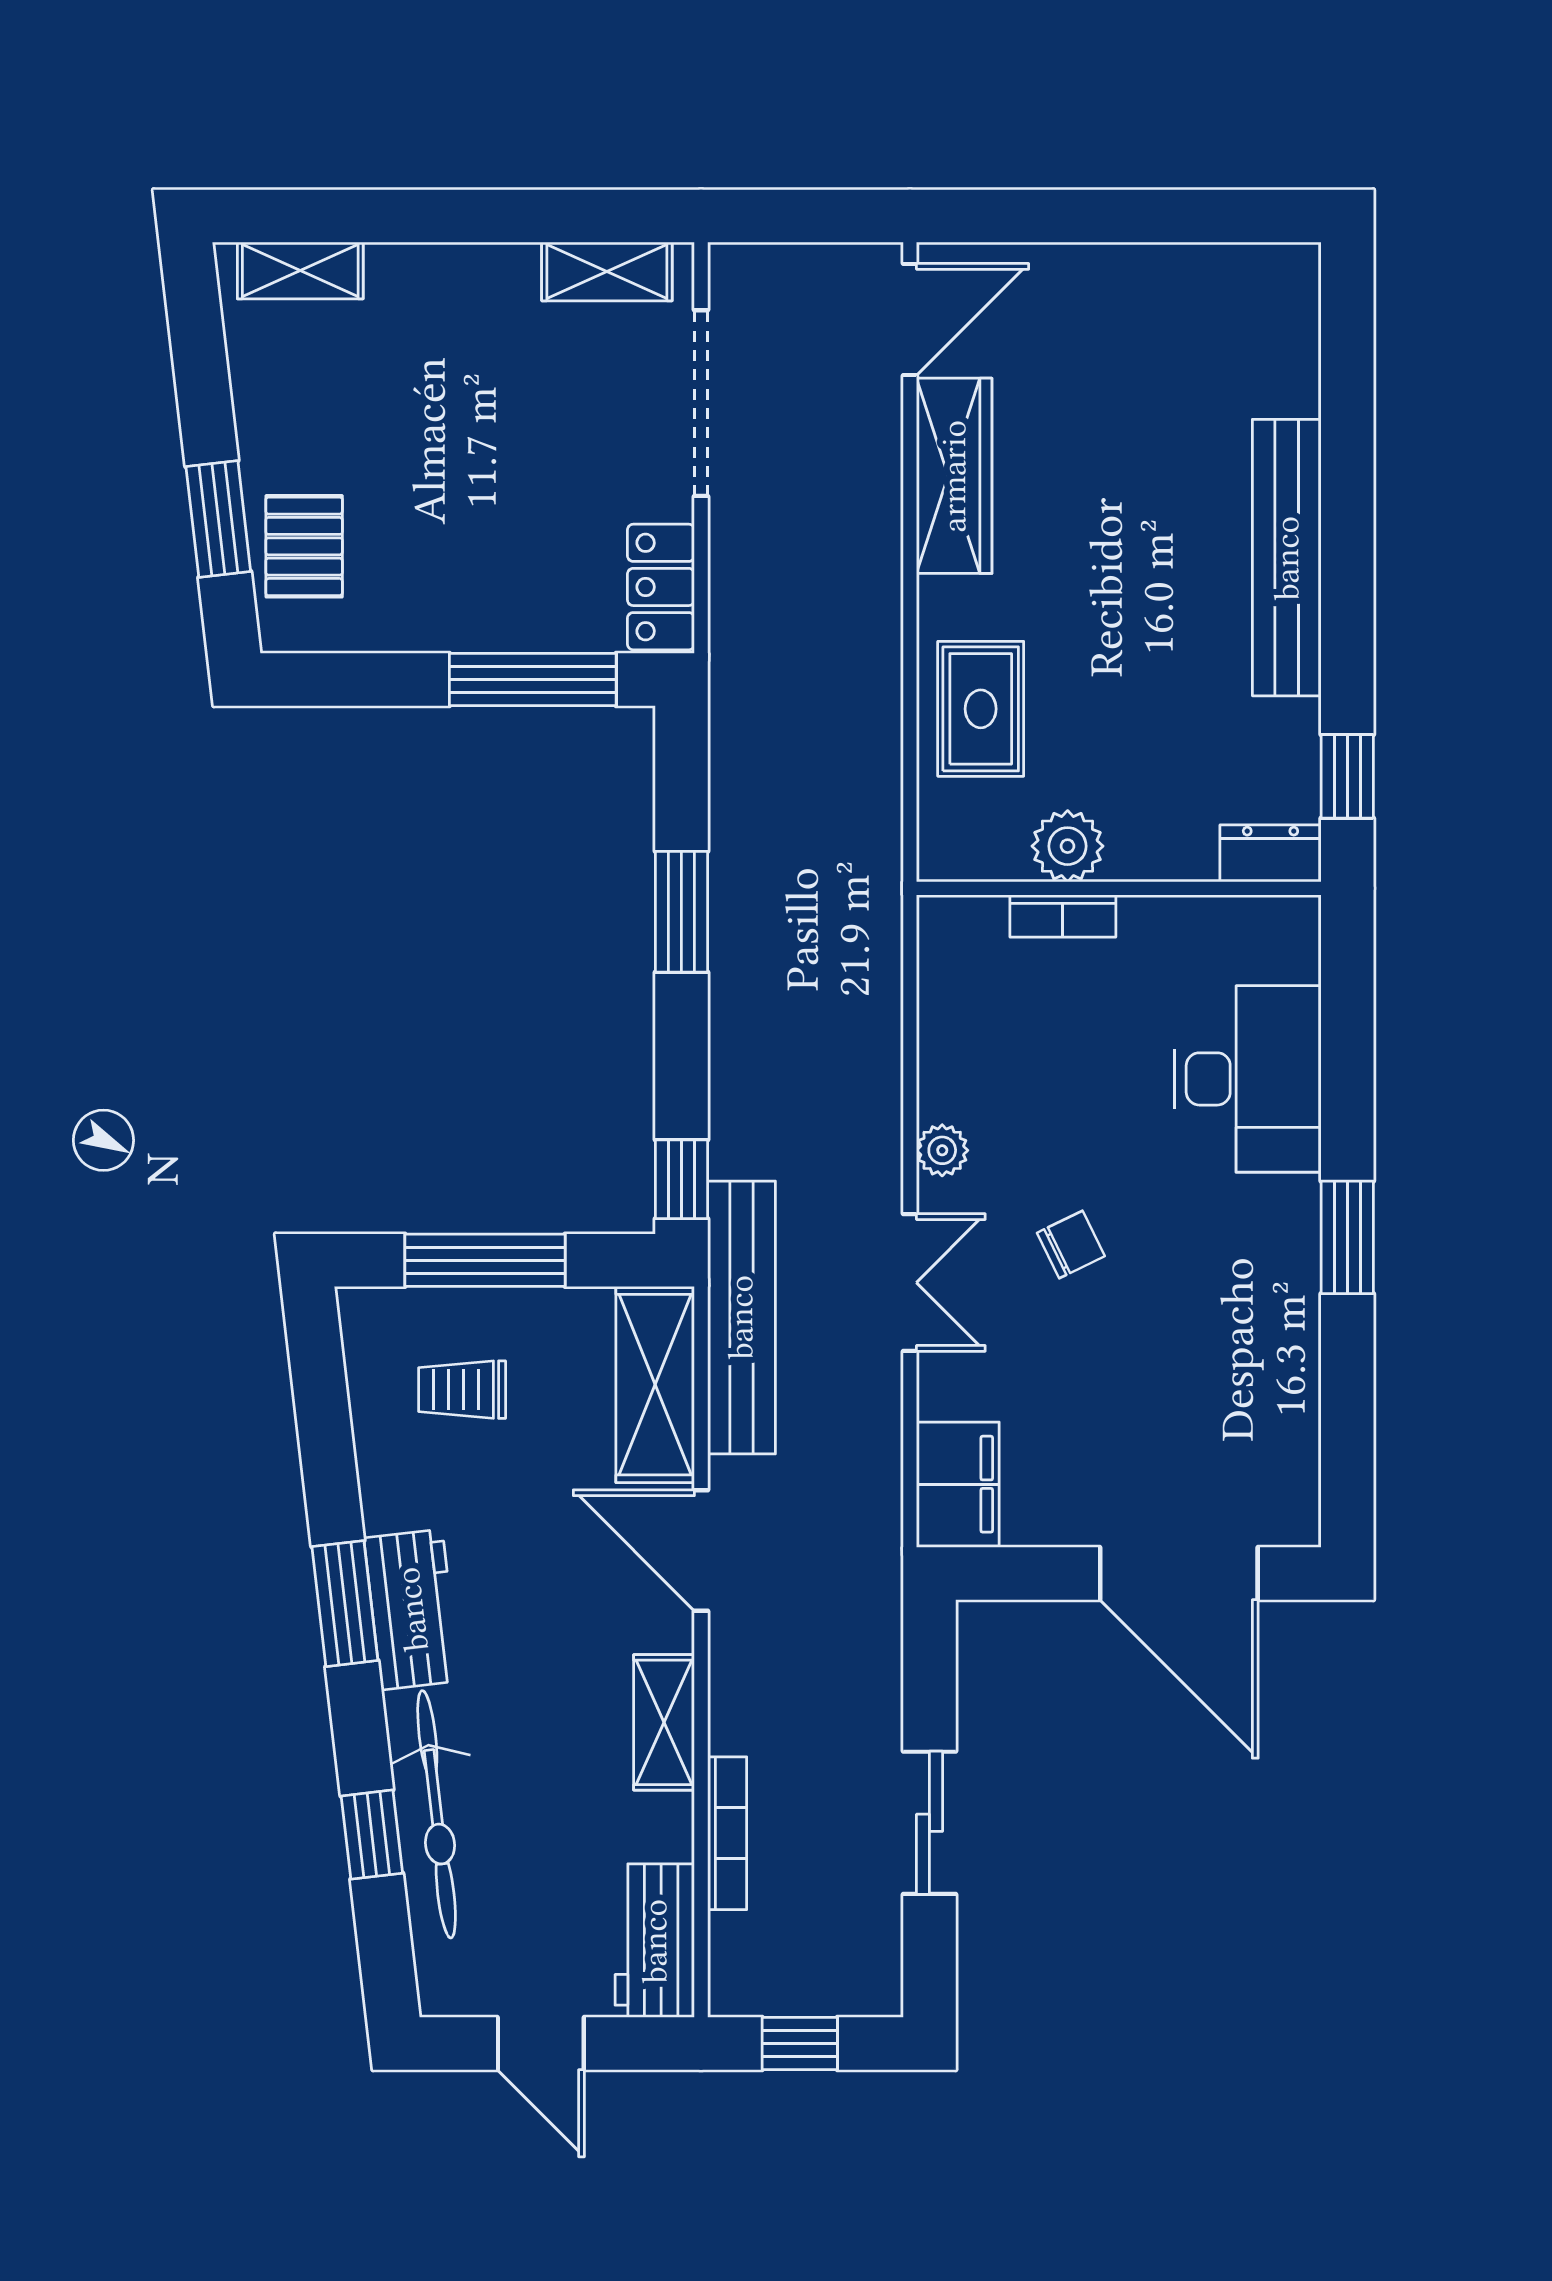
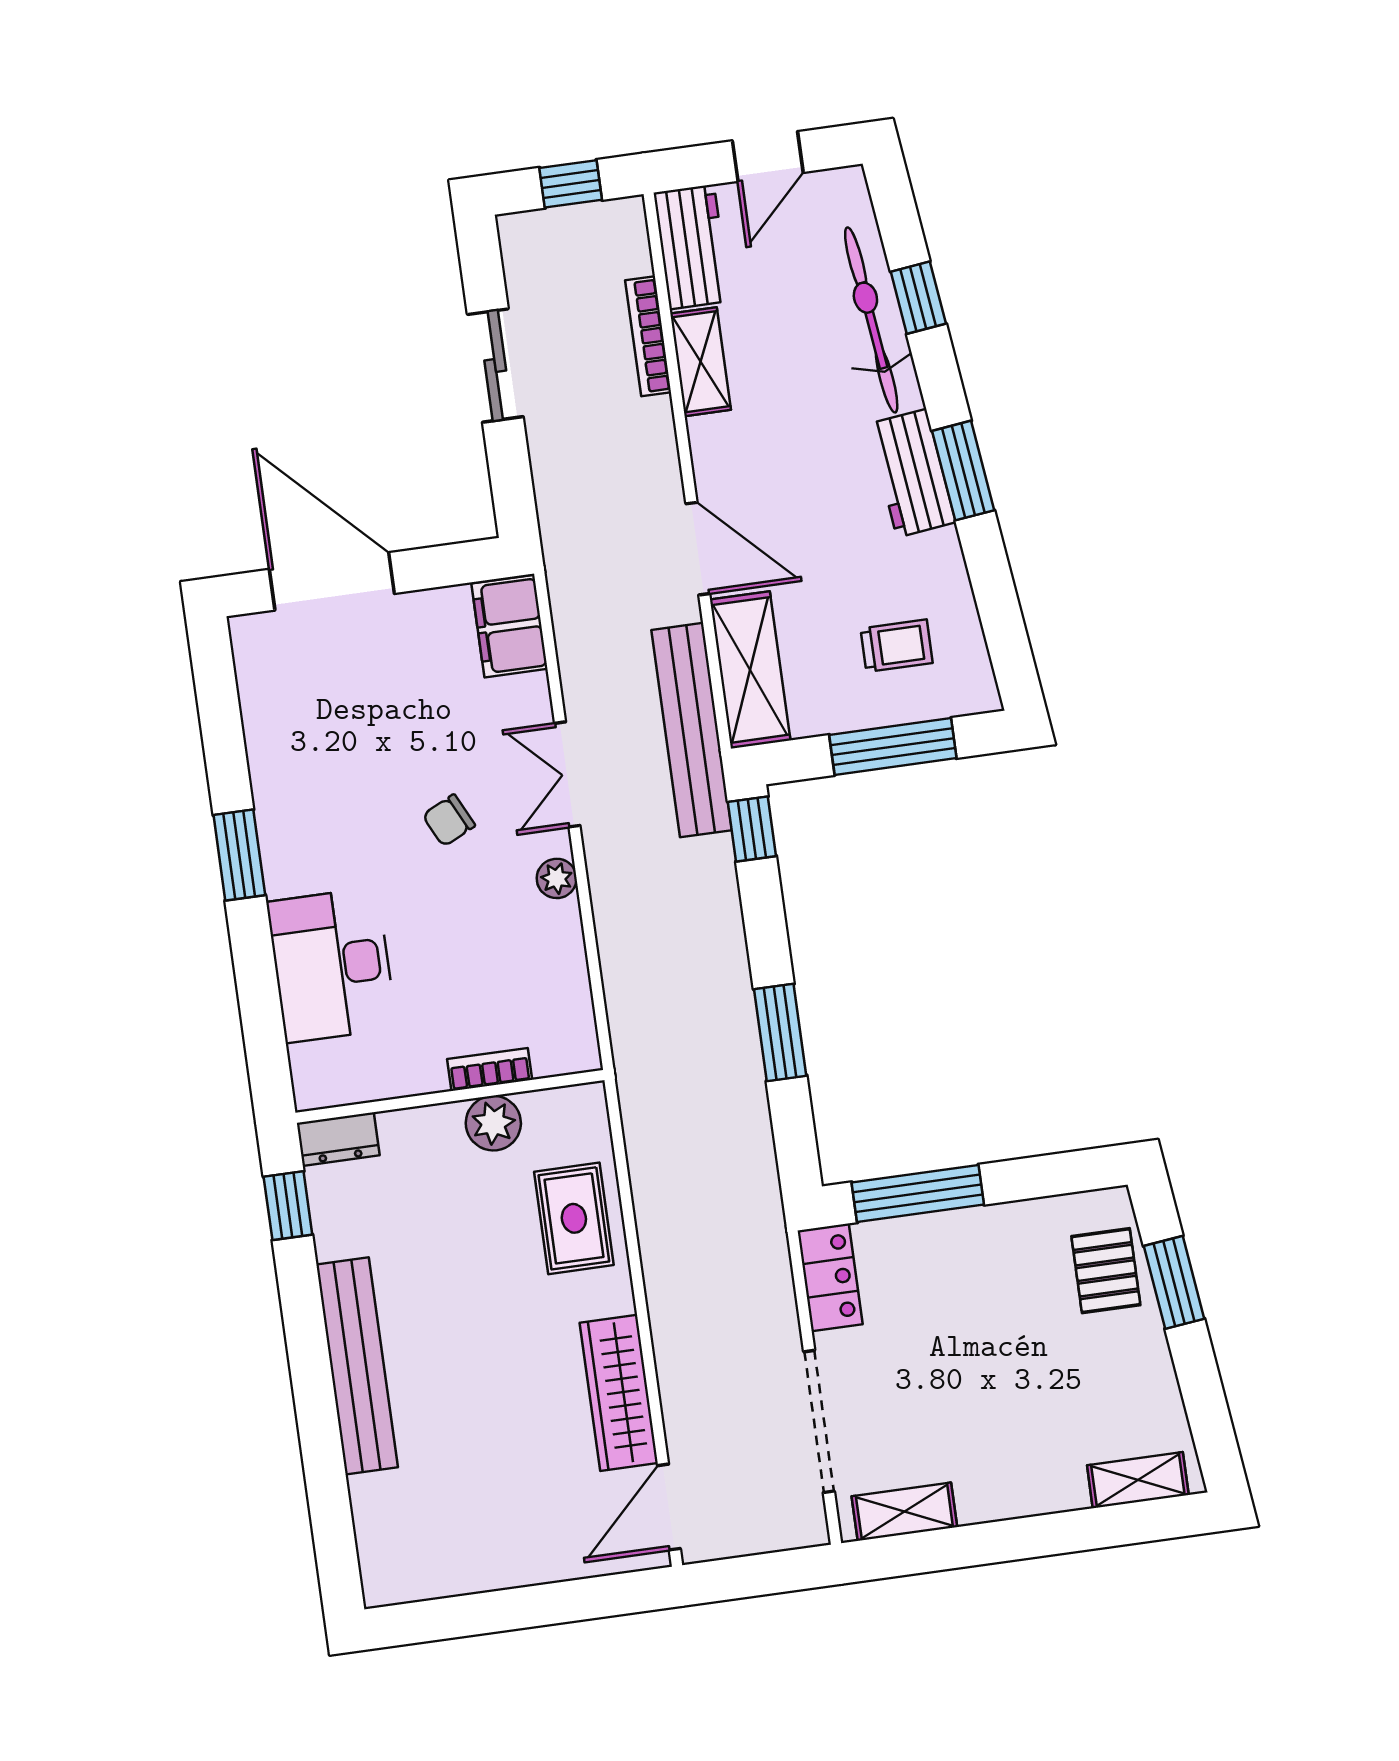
shelving: (664, 1722) -> (701, 362), moved
door: (541, 2044) -> (768, 157), swing flipped

